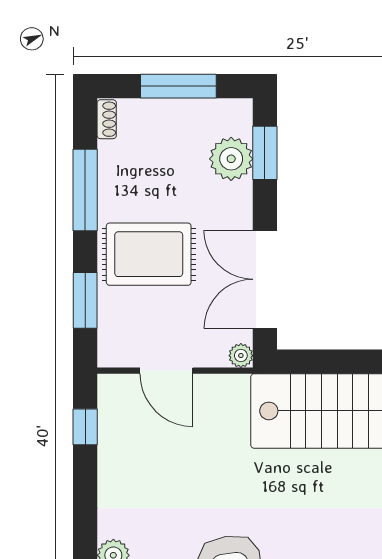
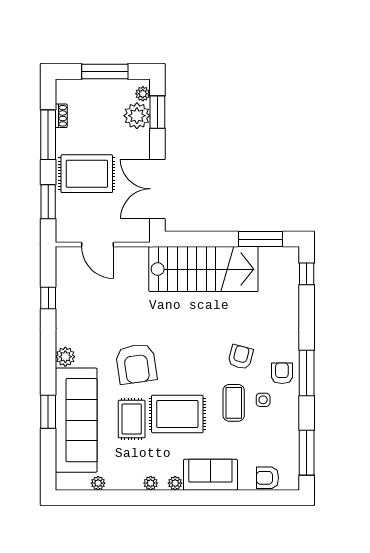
shoe rack: (107, 119) -> (61, 116), moved
plant: (241, 356) -> (143, 94), moved
window: (85, 427) -> (48, 298), moved

